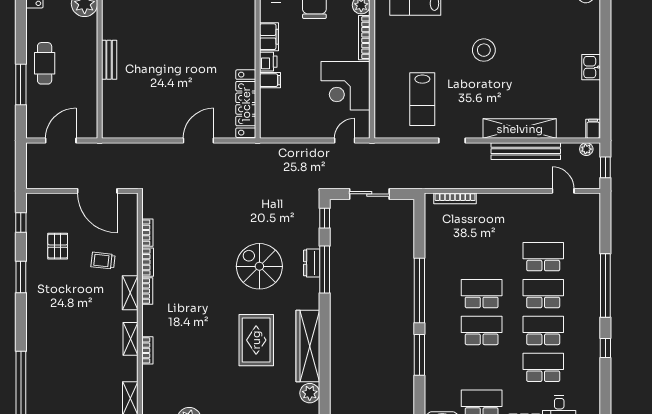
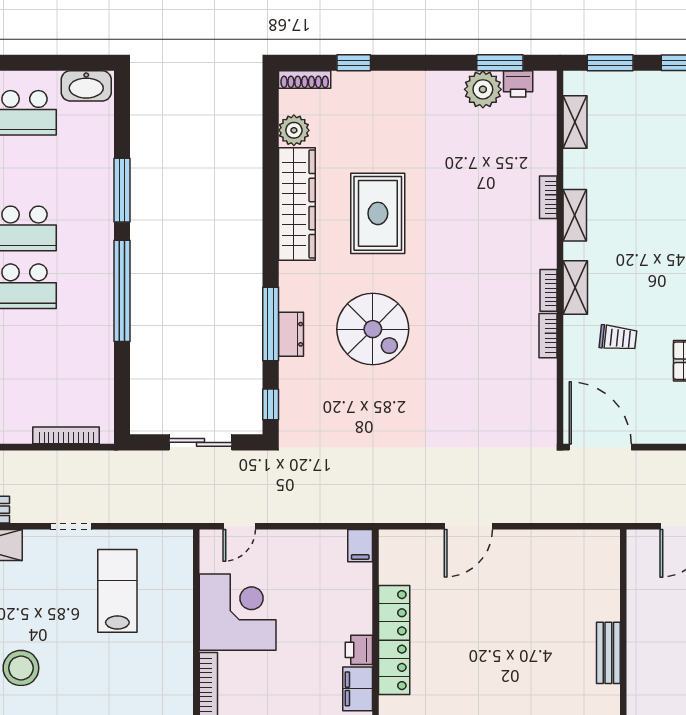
filing cabinet: (270, 80) -> (360, 546), moved, turned -90
locker: (246, 104) -> (394, 640), moved
door: (97, 191) -> (600, 447), moved
bookcase: (147, 233) -> (548, 382), removed

